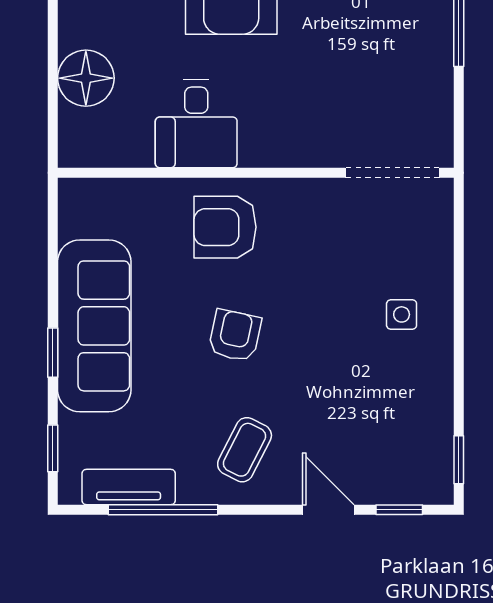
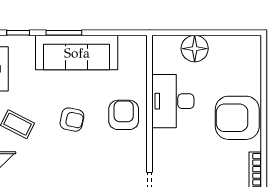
desk: (196, 124) -> (173, 101), width x1.37
window: (53, 353) -> (64, 33), width x1.50

